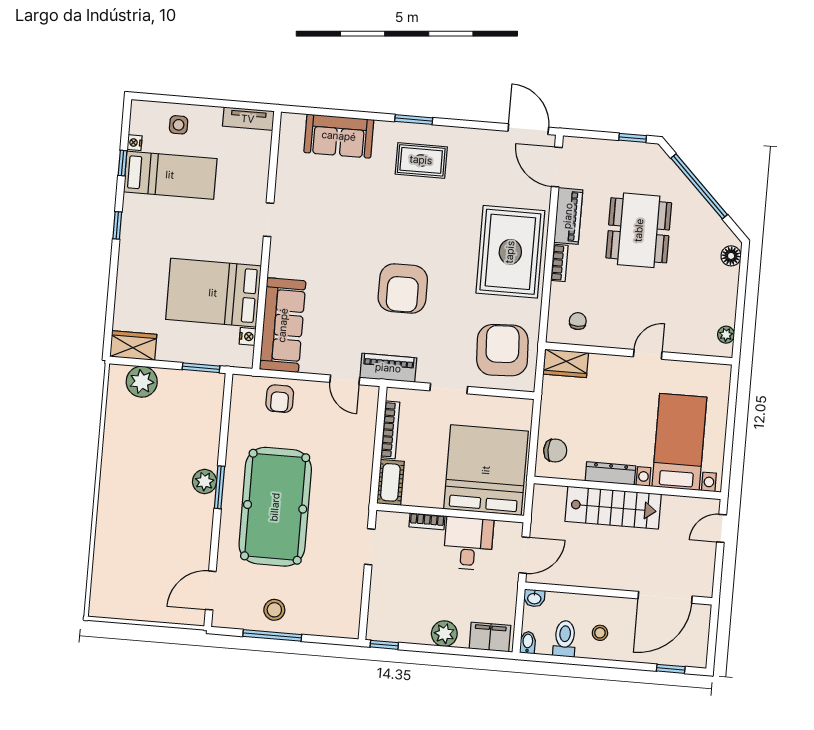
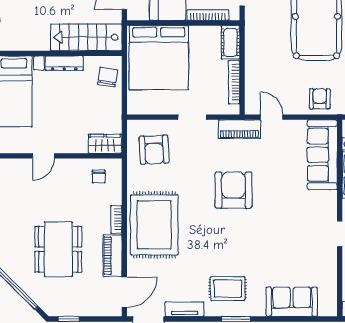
tv unit: (480, 138) -> (185, 309), added
door: (557, 167) -> (124, 292), hinge flipped
armchair: (502, 350) -> (154, 150), width x0.73, depth x0.73
chair: (555, 450) -> (108, 77), turned 99
stairs: (613, 508) -> (86, 37), moved
bookcase: (427, 521) -> (208, 15), width x1.56

